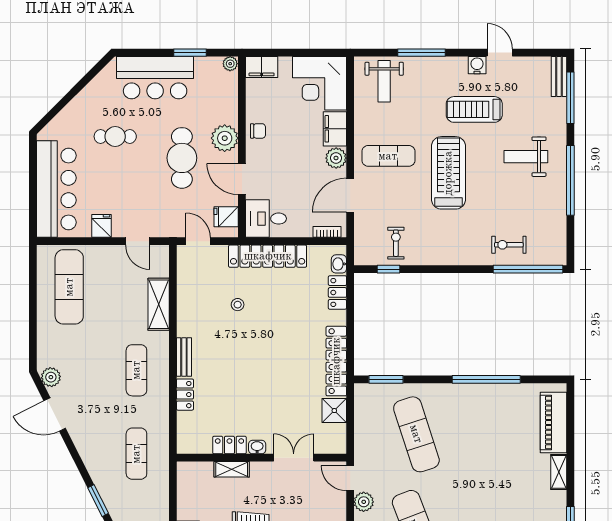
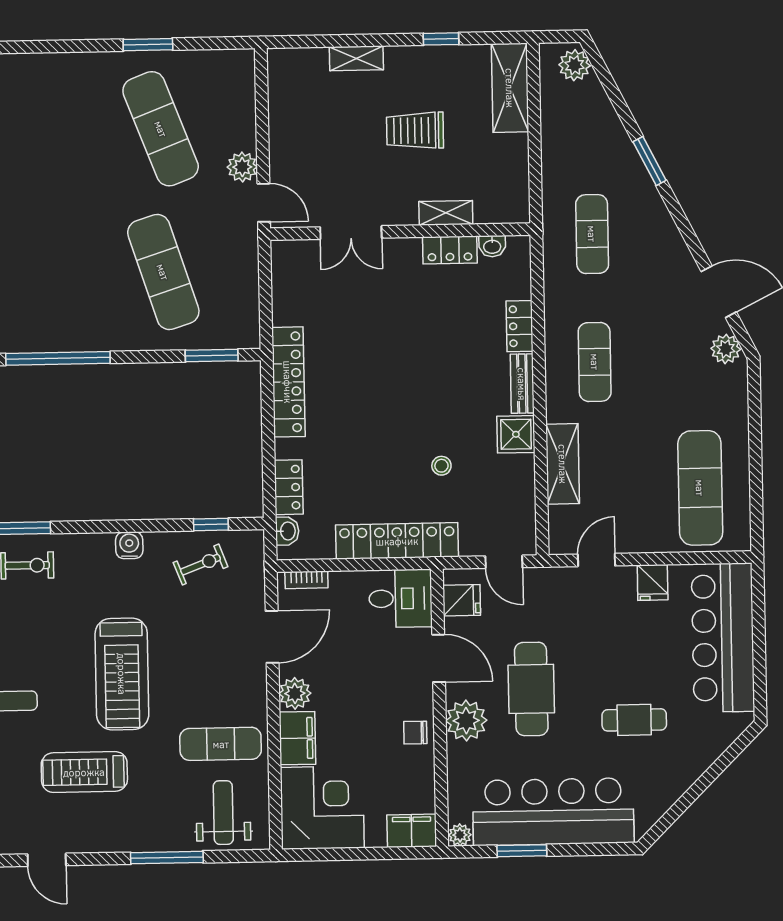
water cooler: (477, 65) -> (129, 545), moved, turned 180
bar counter: (155, 78) -> (553, 812), width x1.36
treadmill: (474, 109) -> (84, 772), turned 180
exercise mat: (388, 156) -> (221, 744), moved
door: (138, 241) -> (596, 560), hinge flipped
exercise bike: (396, 243) -> (201, 565), turned -111
shower: (334, 411) -> (516, 434), moved
washbasin: (257, 447) -> (492, 246), moved

